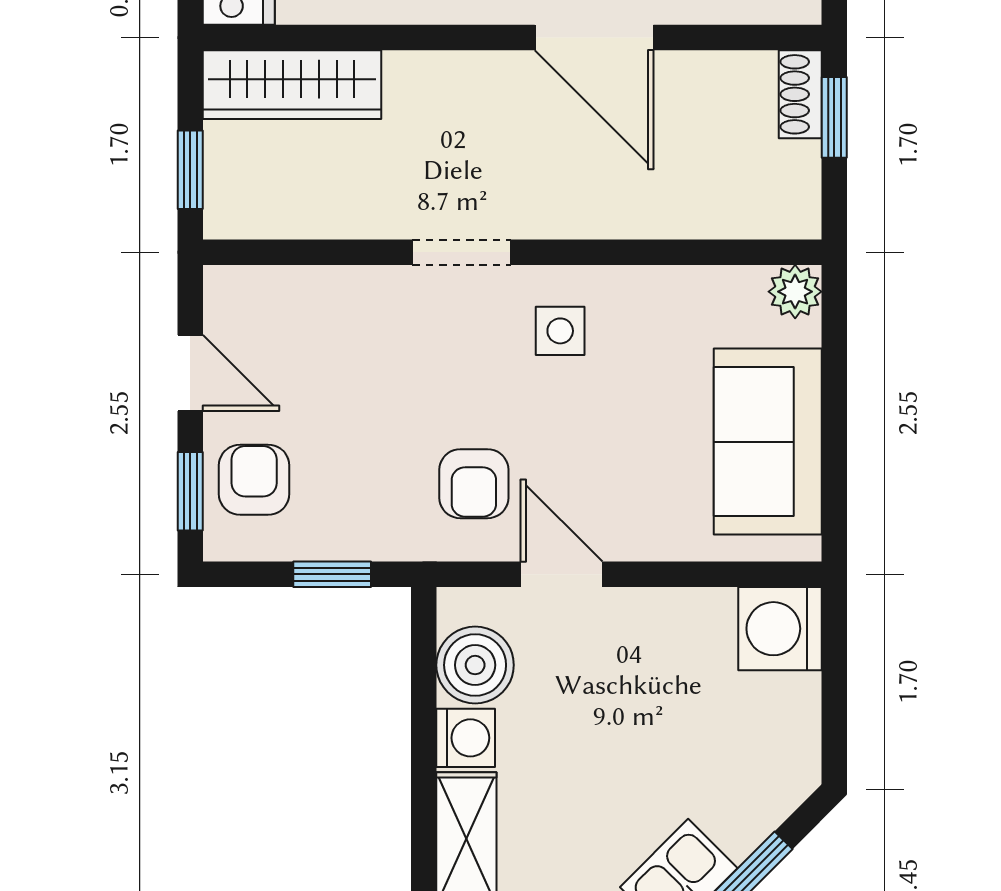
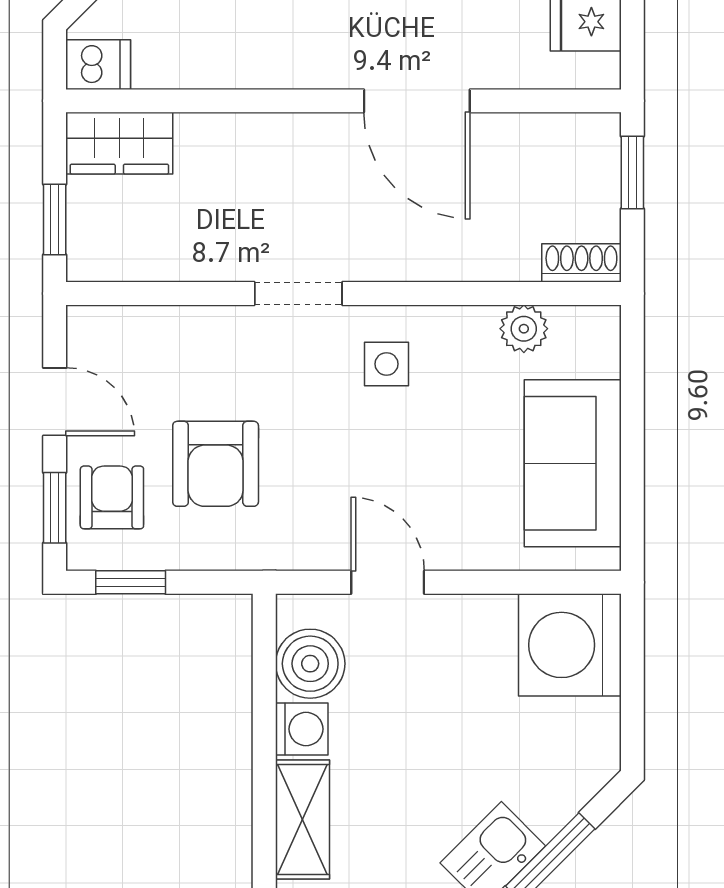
wardrobe: (292, 85) -> (119, 143), width x0.67
shoe rack: (800, 94) -> (581, 263), moved, turned 90
plant: (795, 292) -> (524, 329), moved
armchair: (474, 484) -> (216, 464), moved, width x1.38, depth x1.38
window: (332, 574) -> (131, 582), moved
washing machine: (780, 629) -> (570, 645), width x1.37, depth x1.37

